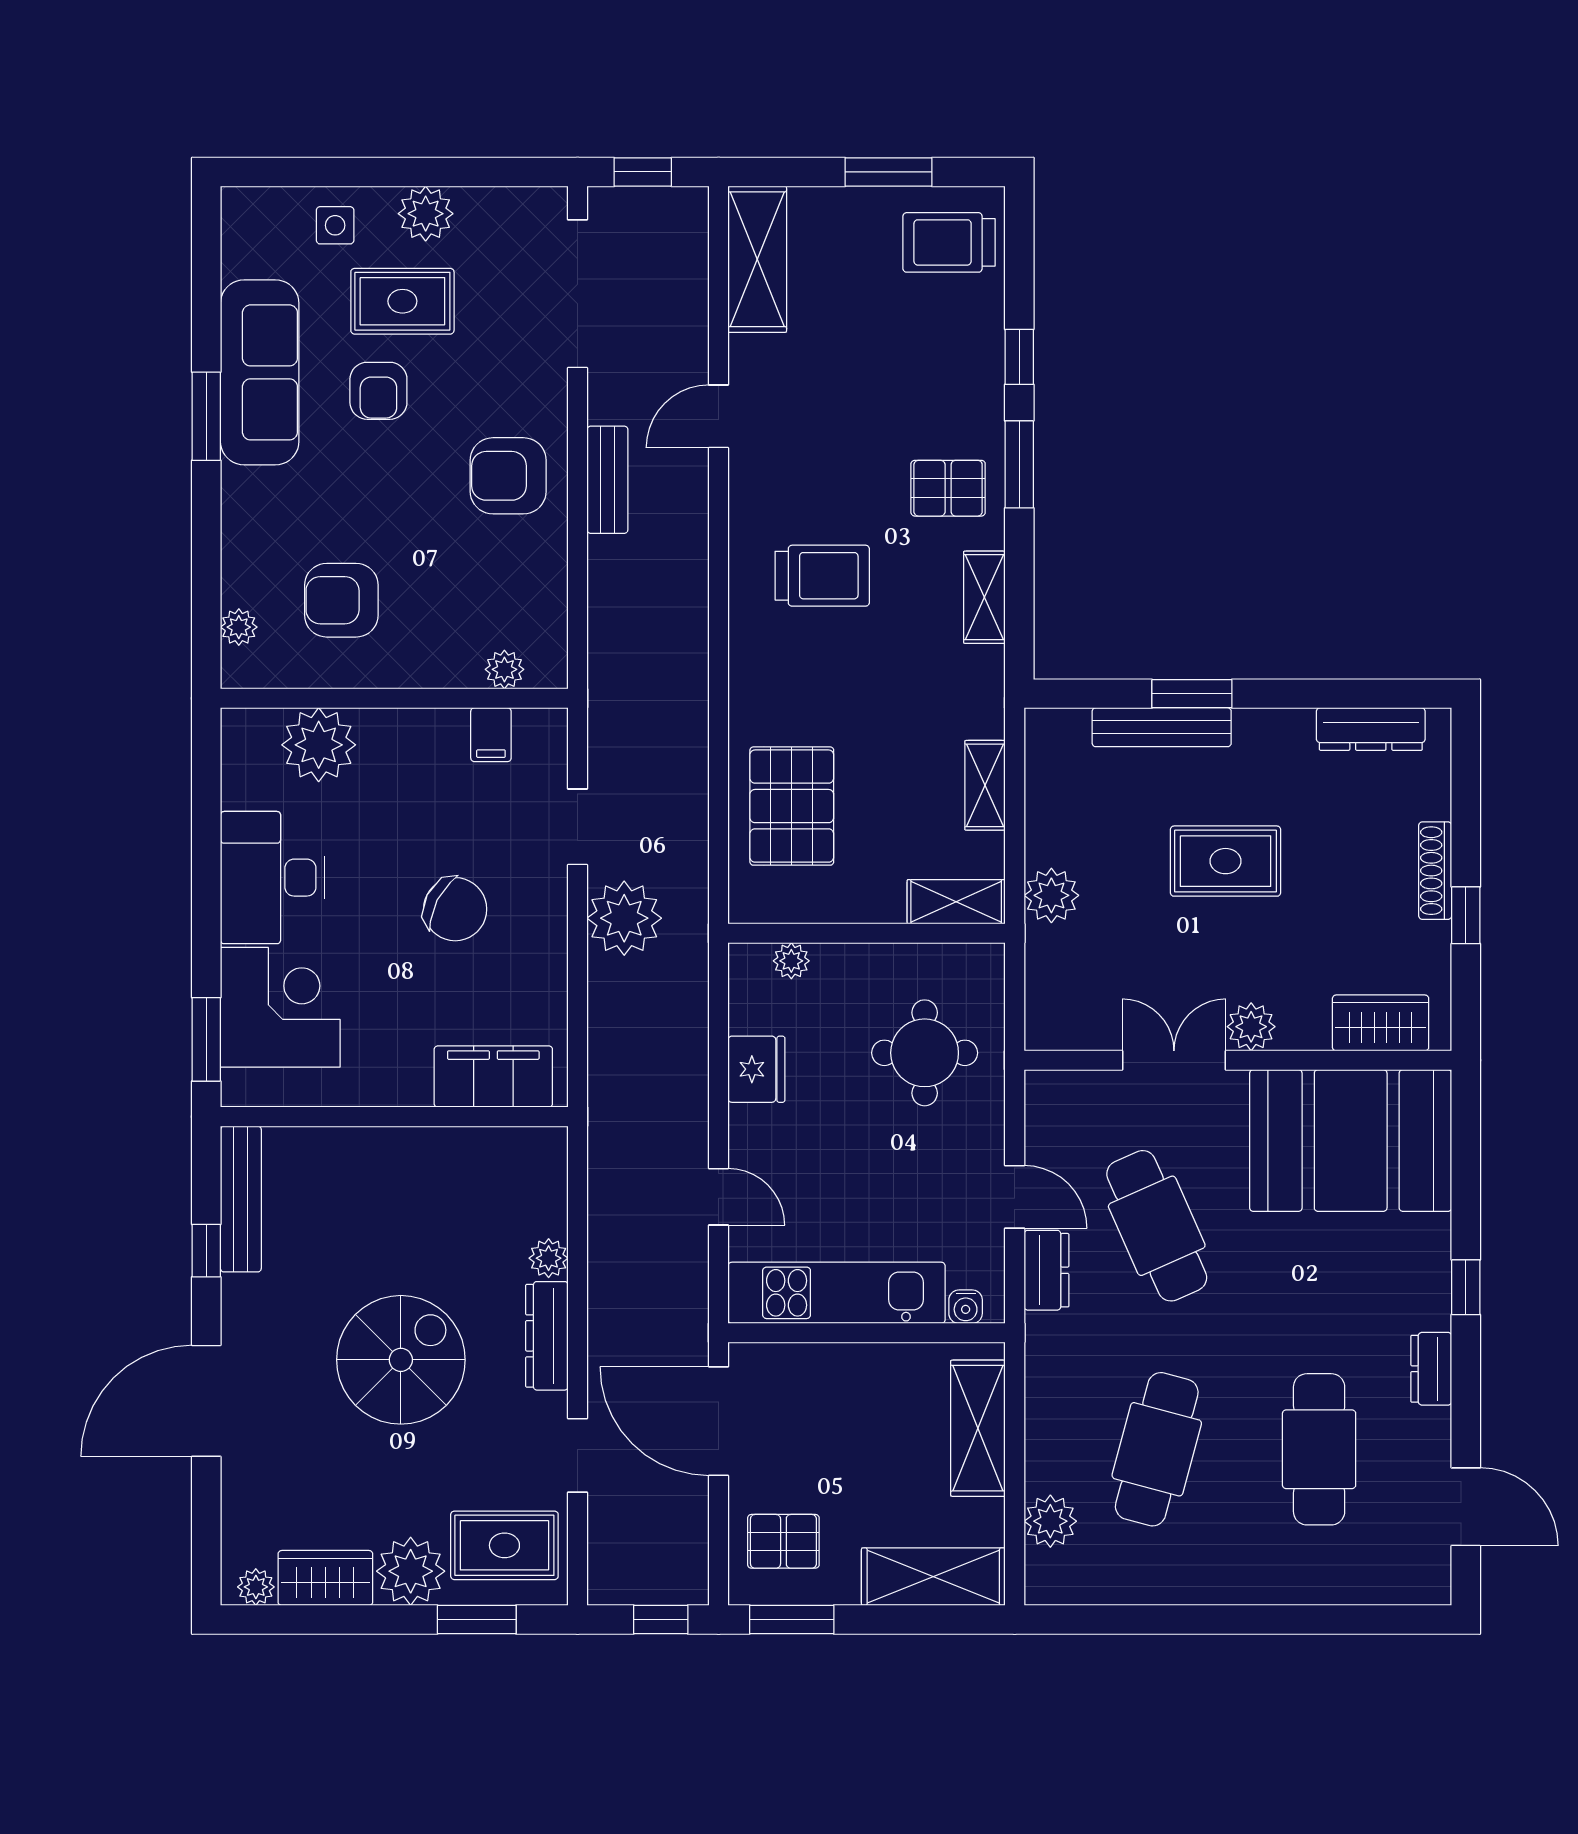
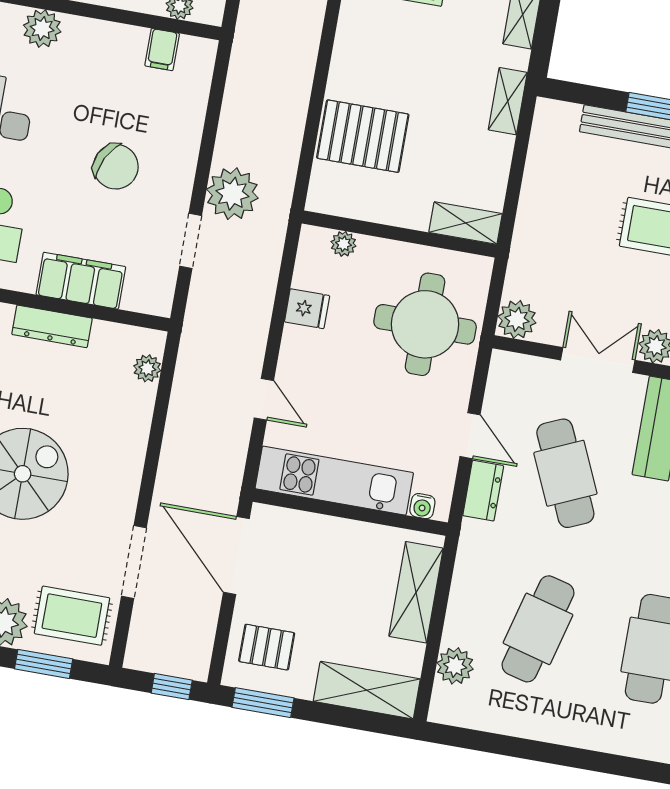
plant: (319, 745) -> (42, 29), width x0.73, depth x0.73
shelving: (985, 785) -> (508, 101), moved
pallet: (792, 806) -> (363, 136), turned 90
doorway: (578, 827) -> (191, 241), moved
plant: (1051, 895) -> (517, 319), moved
round table: (925, 1053) -> (425, 324), width x1.36, depth x1.36
fridge: (756, 1069) -> (307, 309), width x0.72
filing cabinet: (493, 1077) -> (81, 281), moved
plant: (549, 1258) -> (147, 368), moved
dresser: (547, 1336) -> (52, 326), moved, turned -90
doorway: (578, 1455) -> (134, 562), width x1.38

